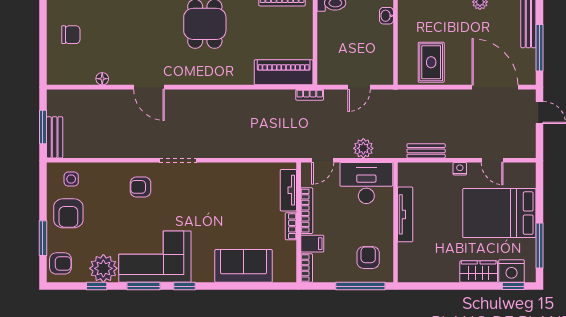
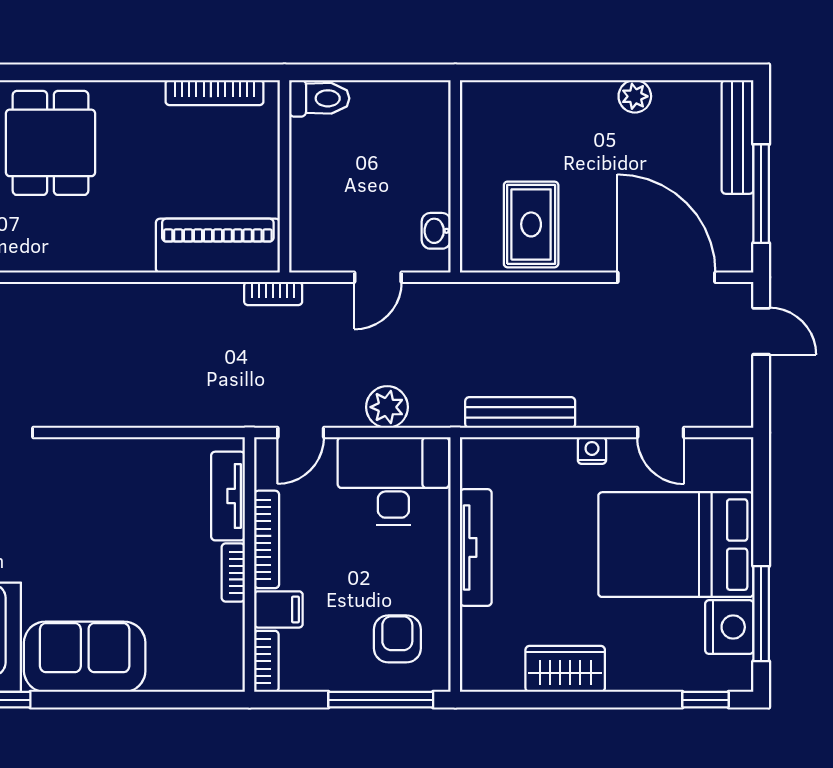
washbasin: (386, 16) -> (436, 231), moved
bench: (426, 151) -> (520, 412), width x1.36
sofa: (244, 266) -> (85, 657), moved
nightstand: (511, 271) -> (729, 627), moved, turned -90
wardrobe: (479, 272) -> (565, 669), moved

